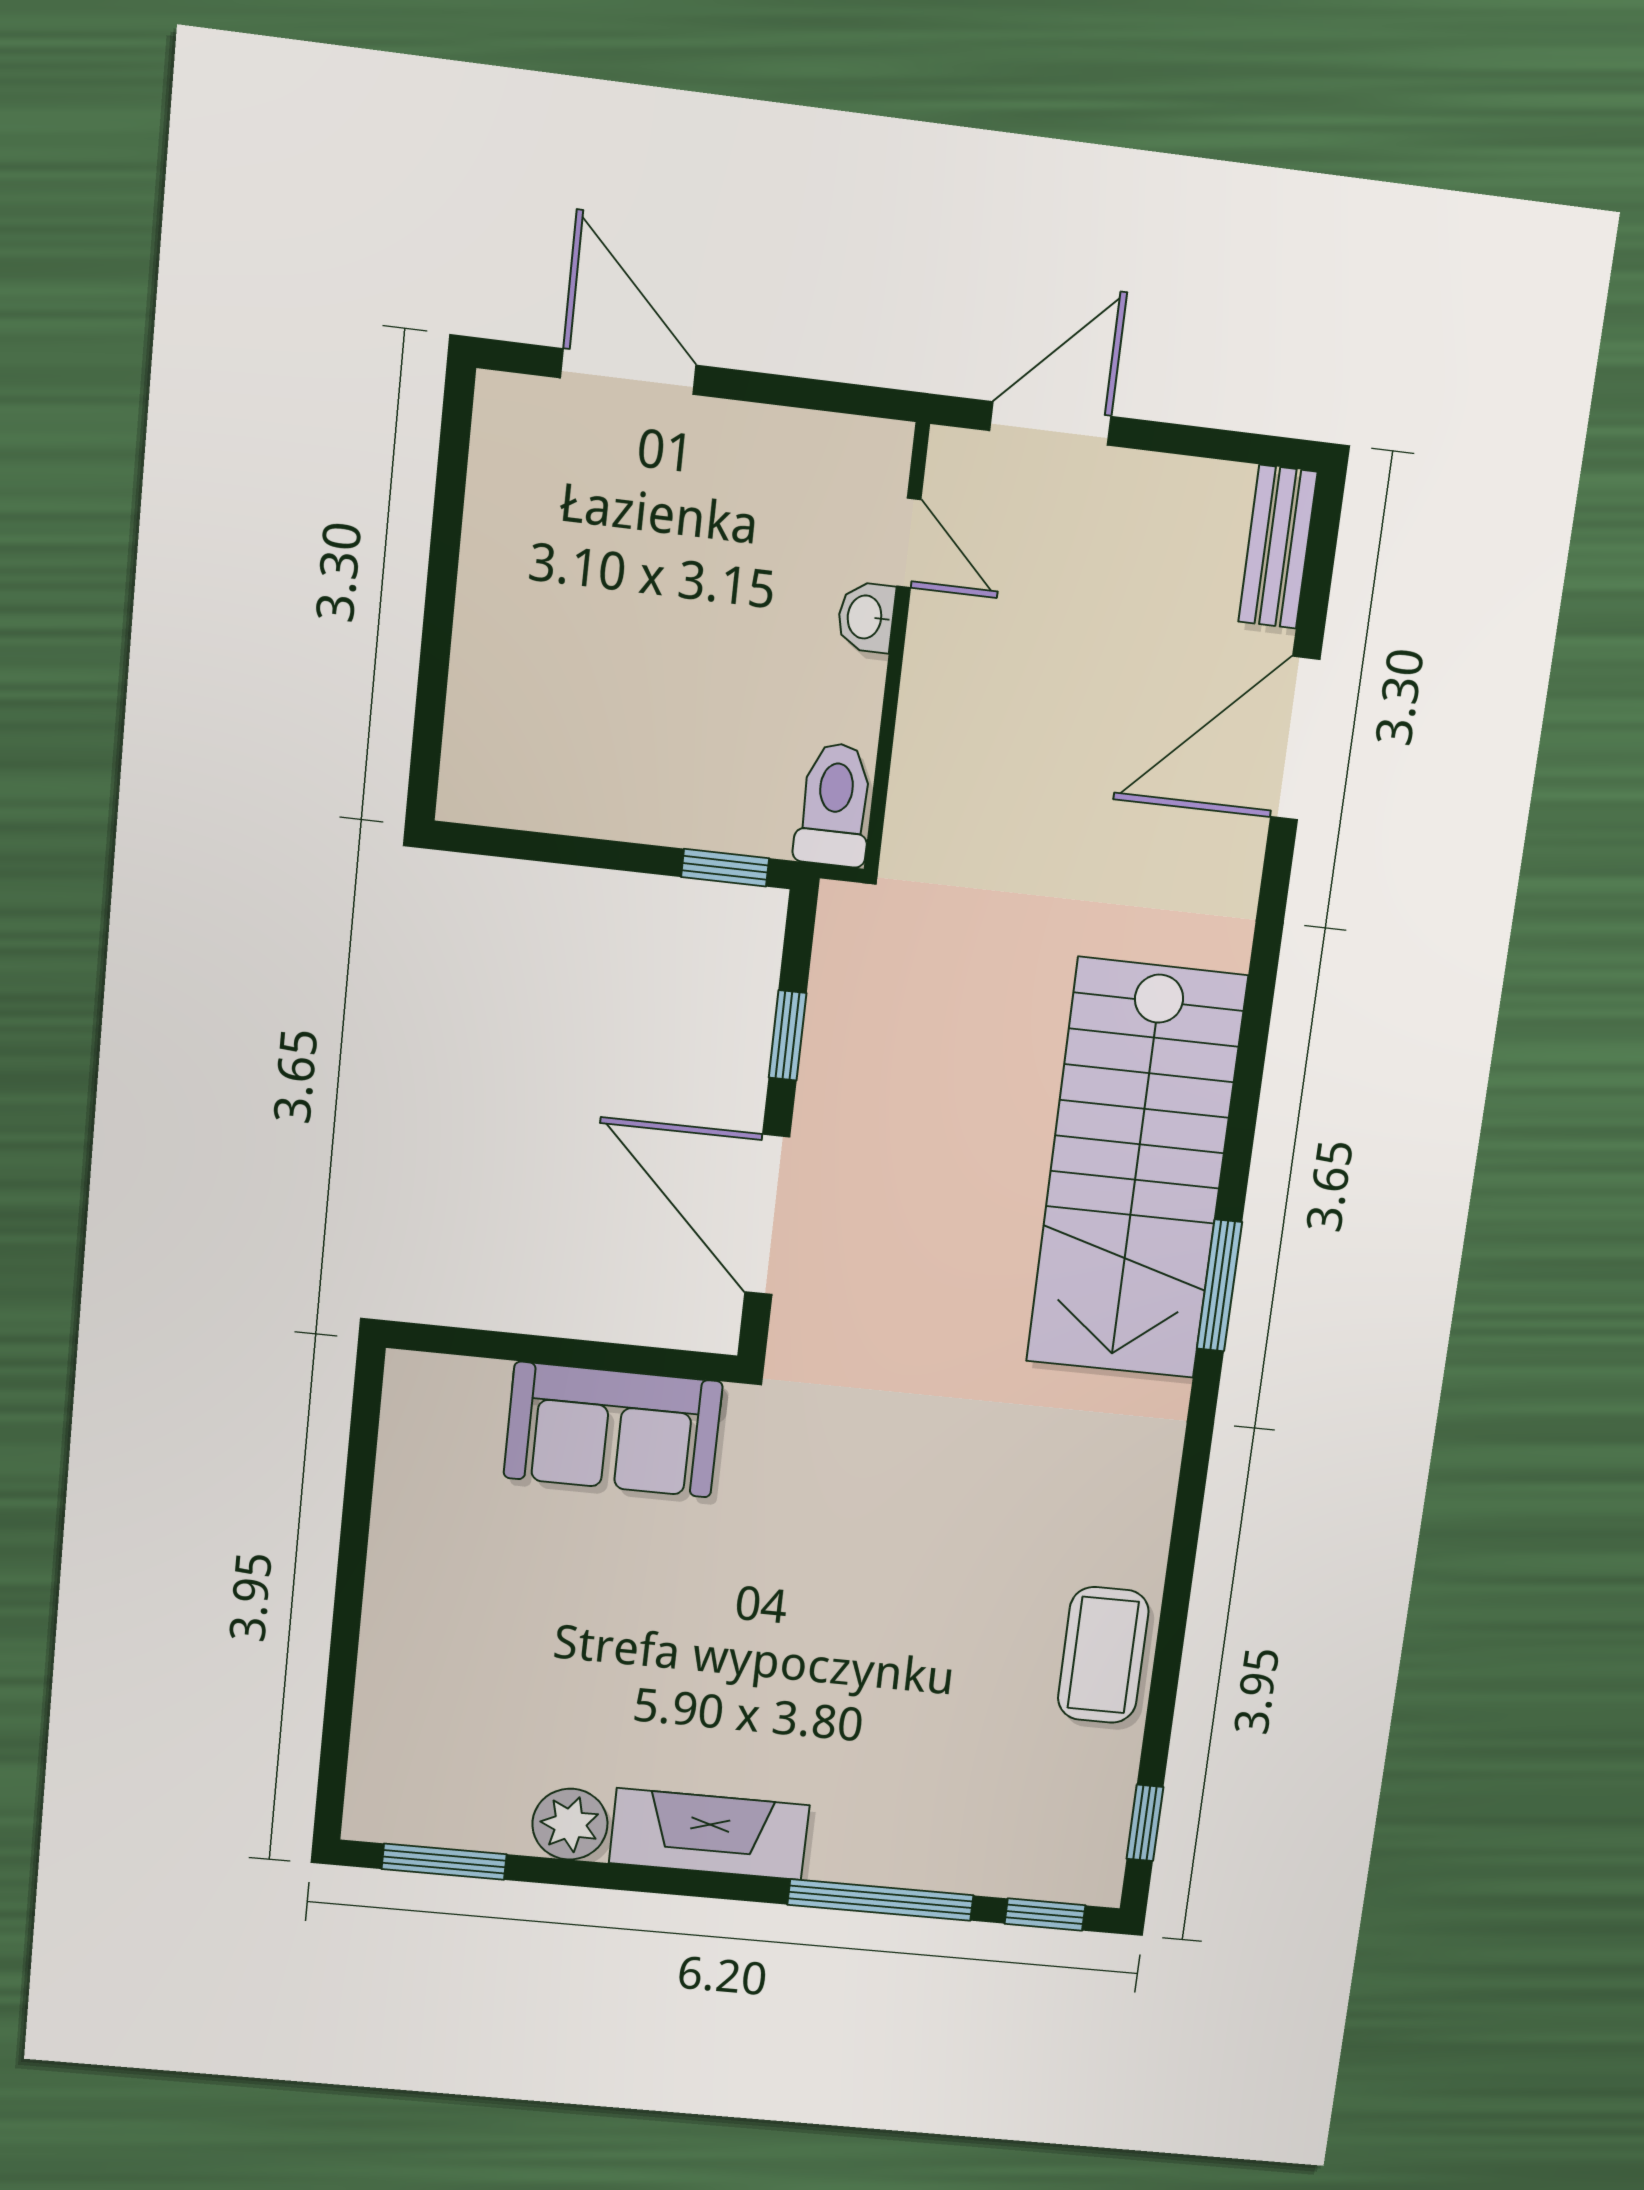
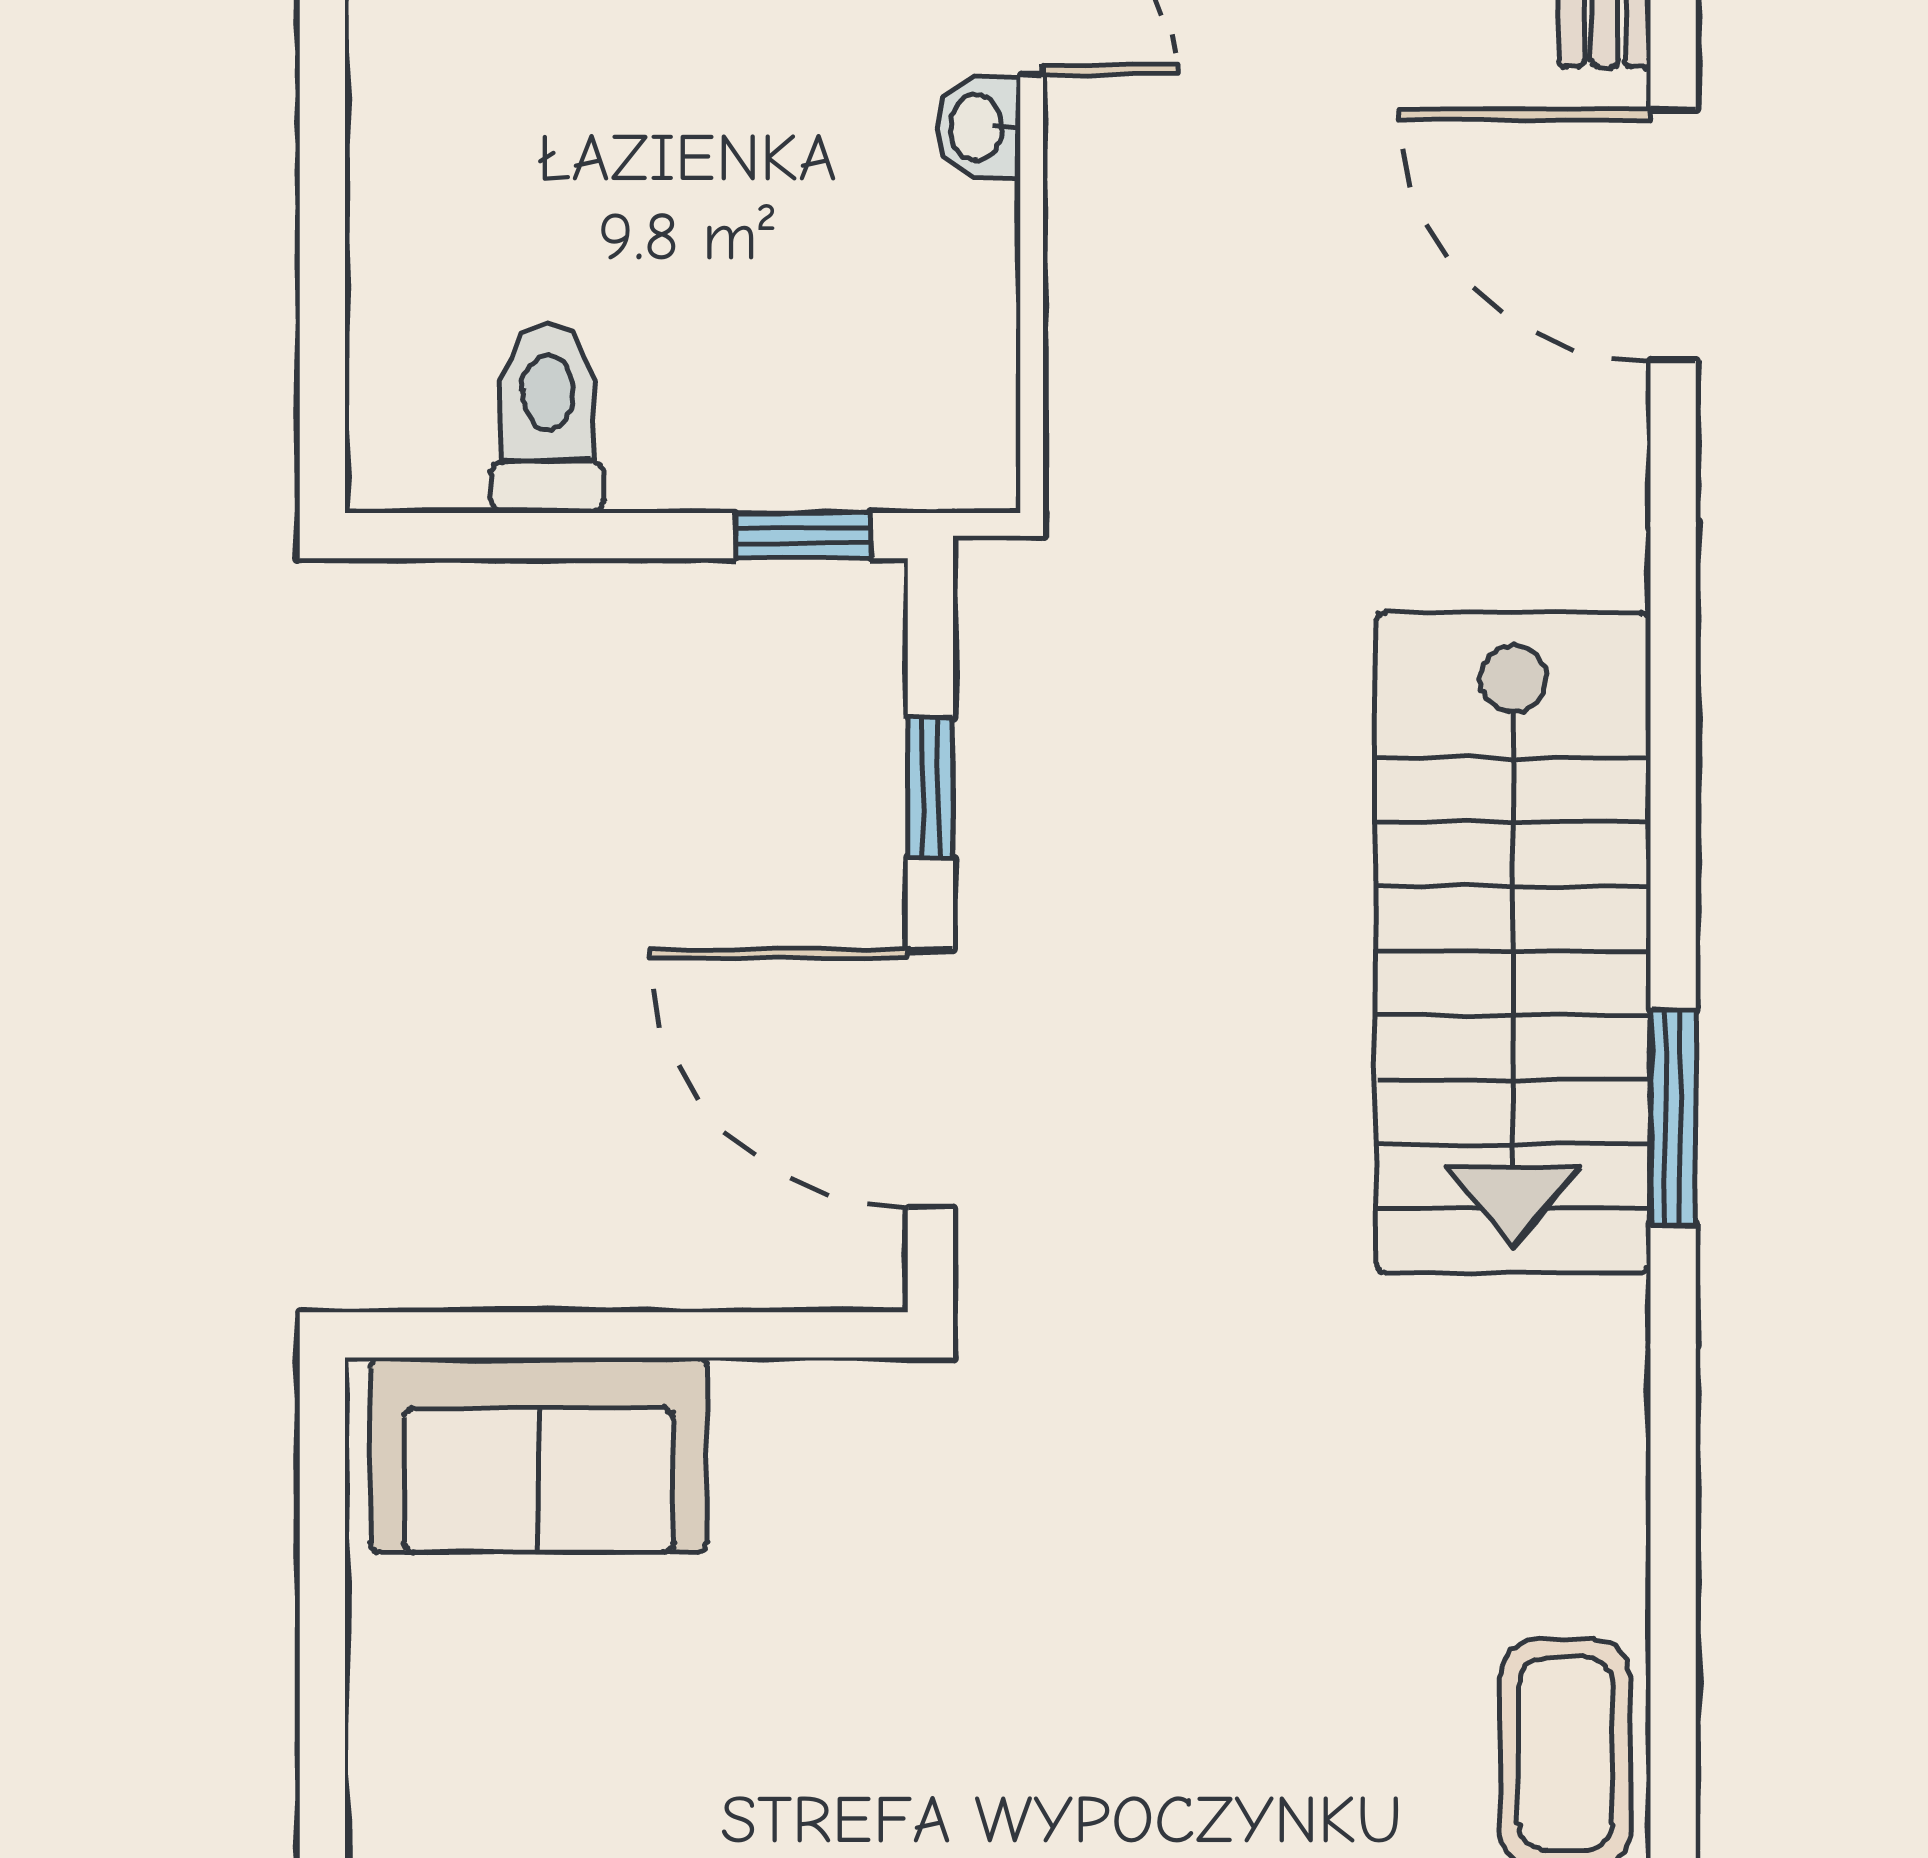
door: (1295, 738) -> (1673, 235), hinge flipped
toilet: (835, 805) -> (547, 419), moved
sofa: (613, 1430) -> (539, 1455), moved

